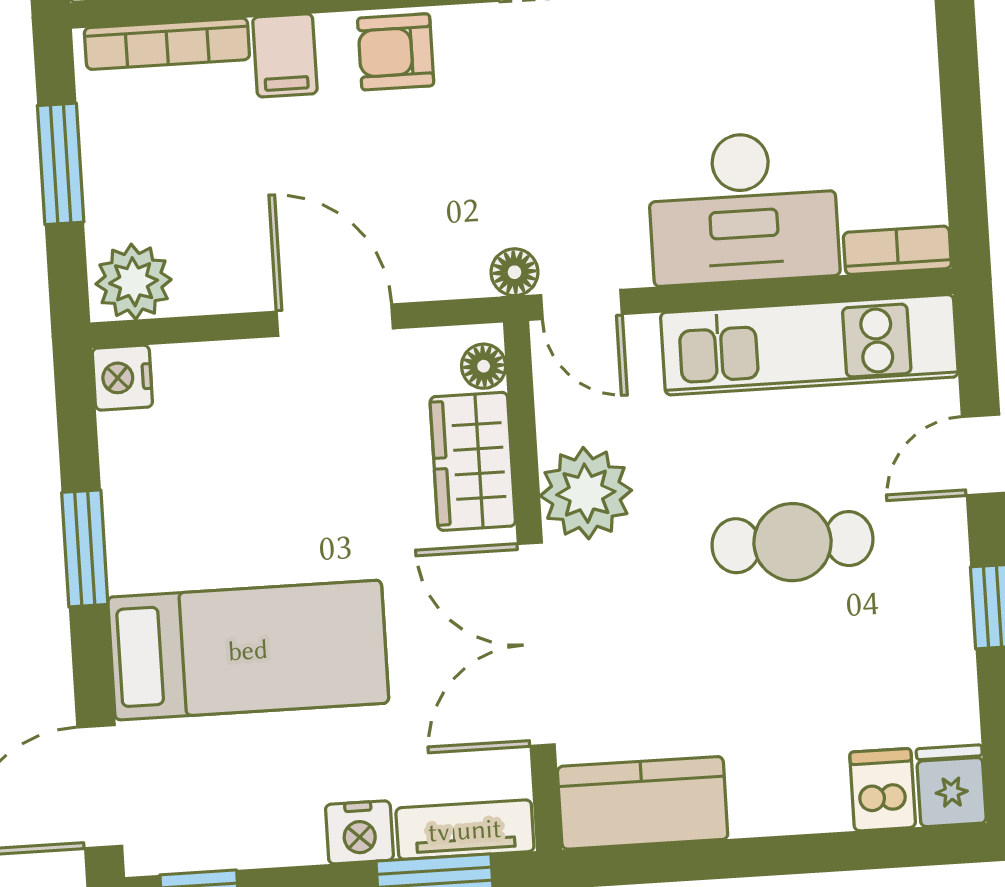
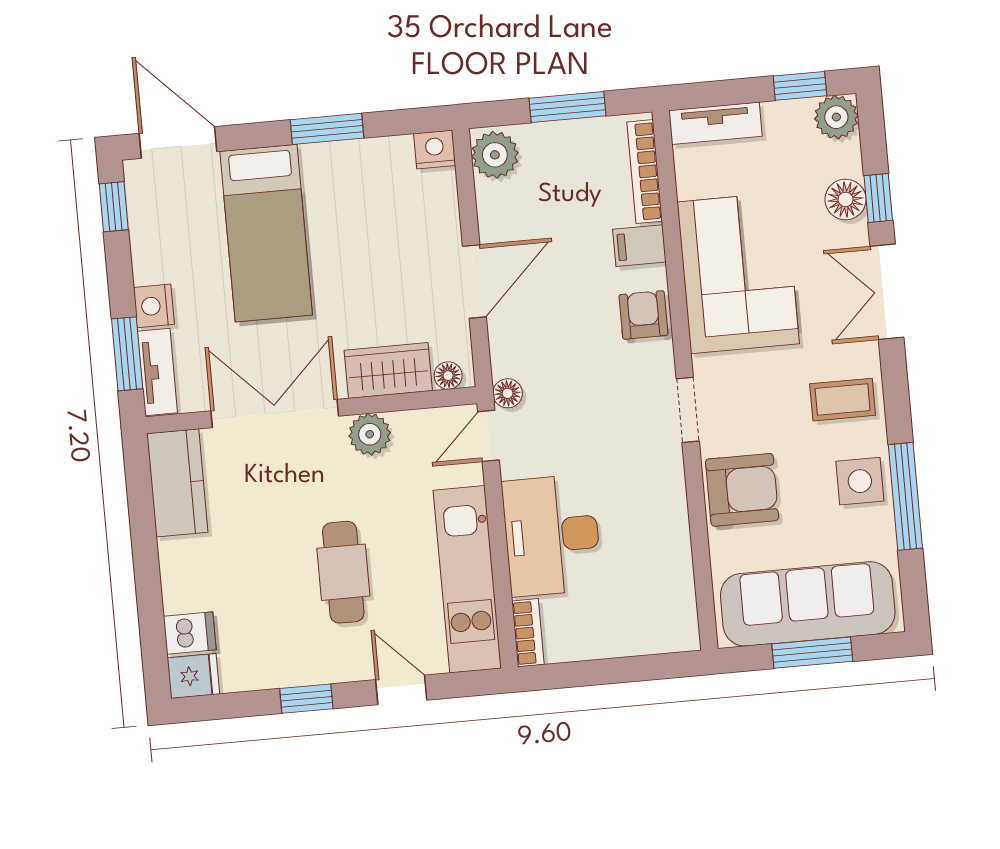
plant: (586, 493) -> (370, 434), width x0.73, depth x0.73

